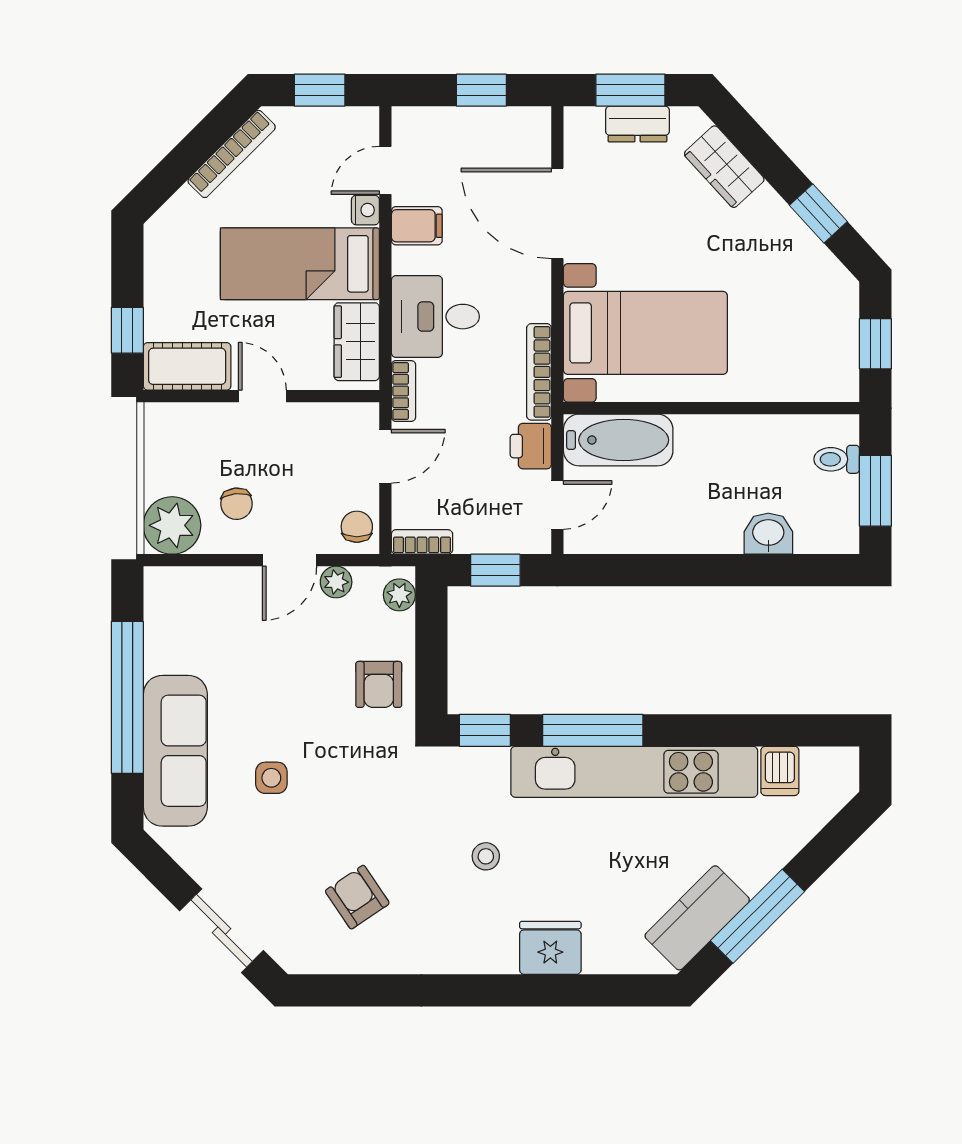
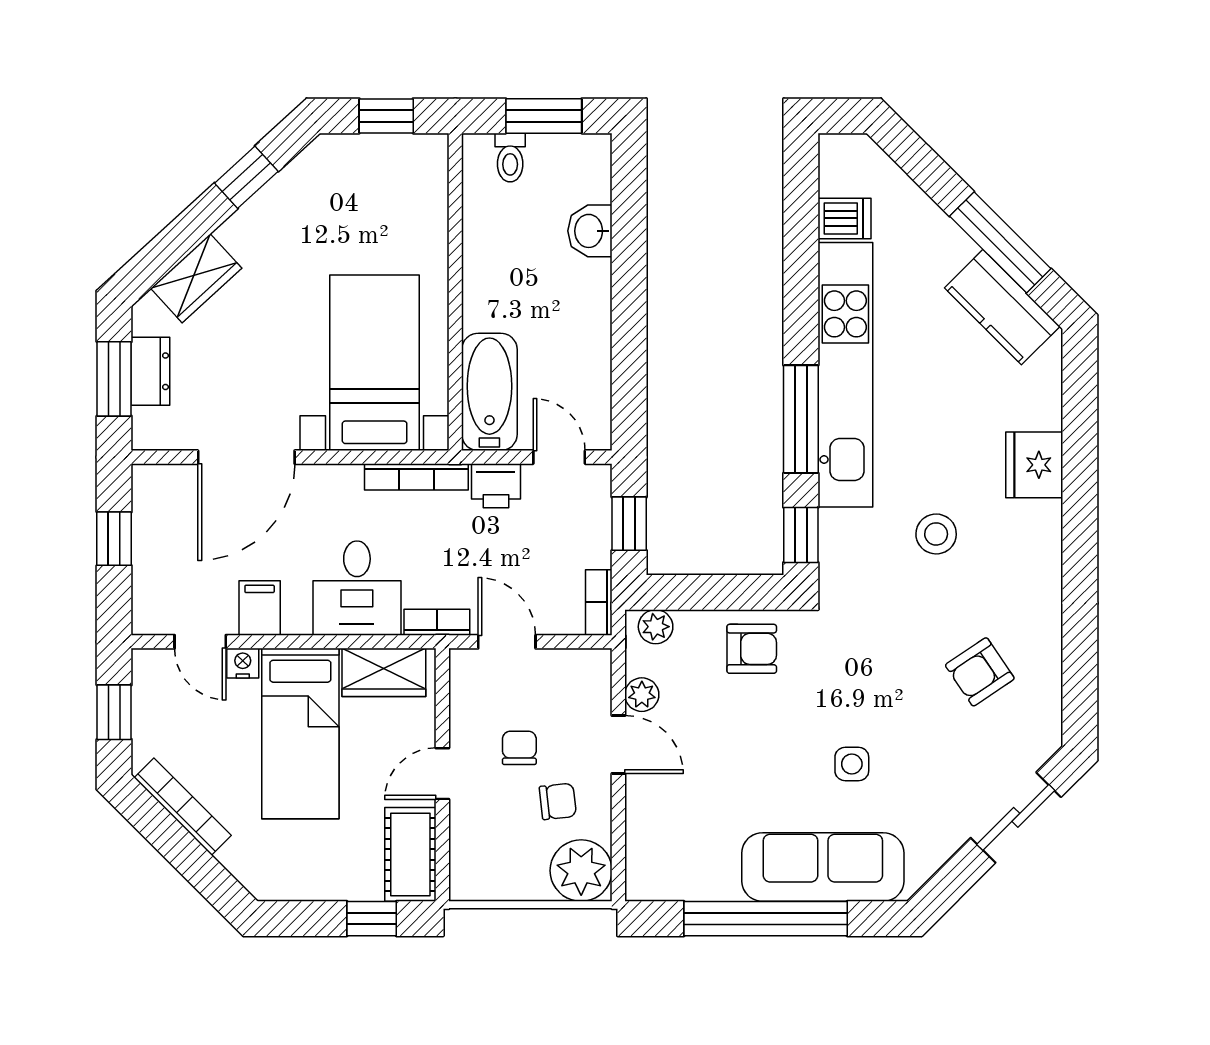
chair: (357, 527) -> (519, 748), moved, turned 90
stool: (486, 856) -> (936, 534), width x1.37, depth x1.37

